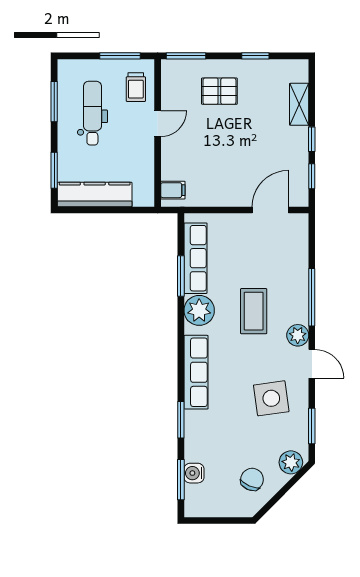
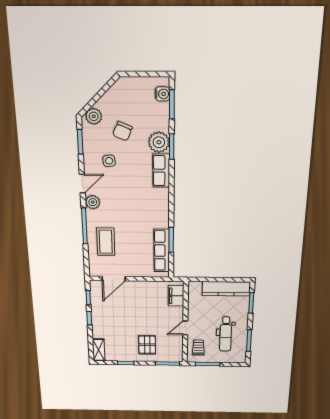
pallet: (219, 91) -> (147, 345), turned 90
shelving: (299, 104) -> (99, 350), moved
filing cabinet: (173, 190) -> (176, 296), width x2.00
plant: (199, 310) -> (159, 142), moved
coffee table: (254, 311) -> (106, 242), moved
door: (312, 364) -> (82, 184), swing flipped
row of seats: (196, 372) -> (161, 171), width x0.68
side table: (271, 398) -> (109, 161), width x0.54, depth x0.54
water cooler: (194, 473) -> (162, 94), moved
chair: (252, 479) -> (123, 131), moved

